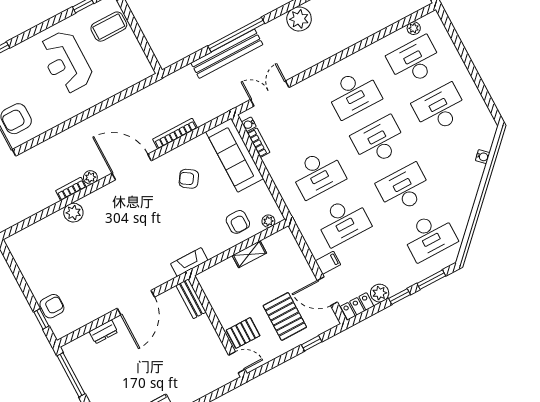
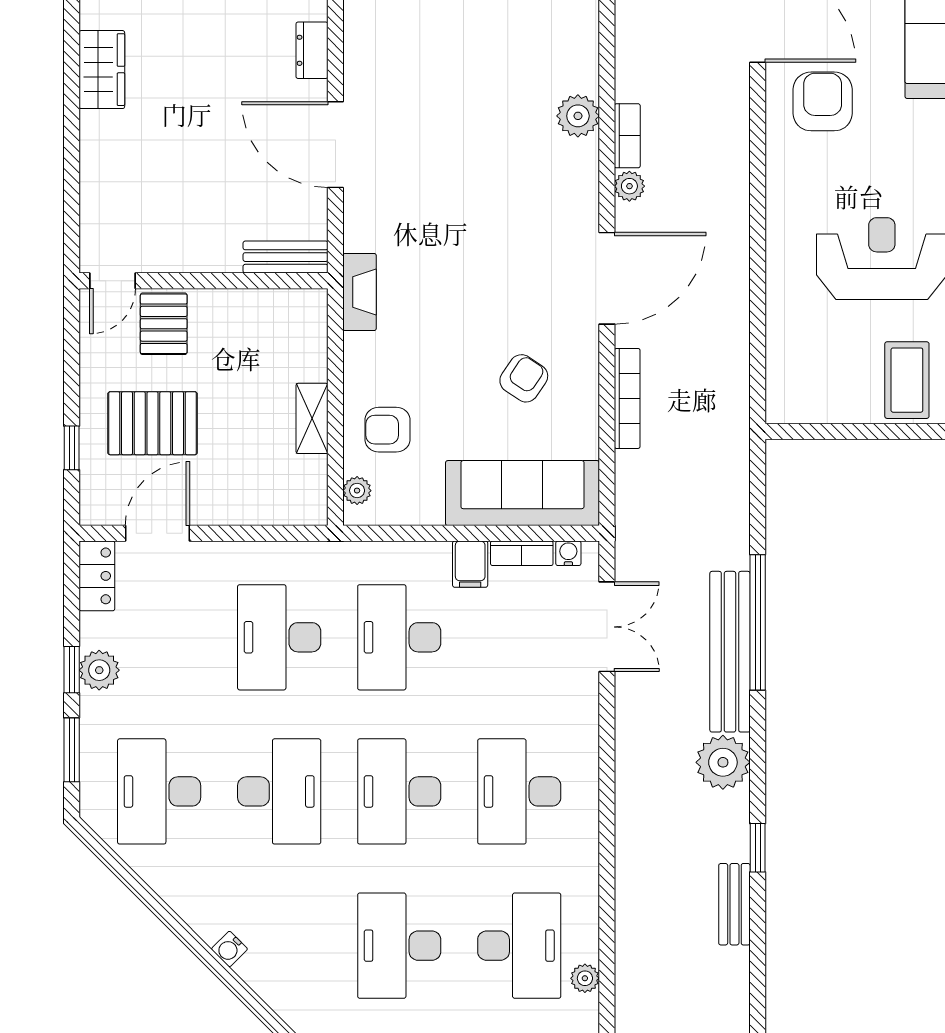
bench: (227, 54) -> (730, 652), moved
desk: (440, 109) -> (399, 946), turned 180
desk: (379, 141) -> (399, 791), turned 180
water cooler: (483, 157) -> (229, 949), moved
filing cabinet: (328, 263) -> (470, 564), moved
plant: (380, 293) -> (99, 670), moved

